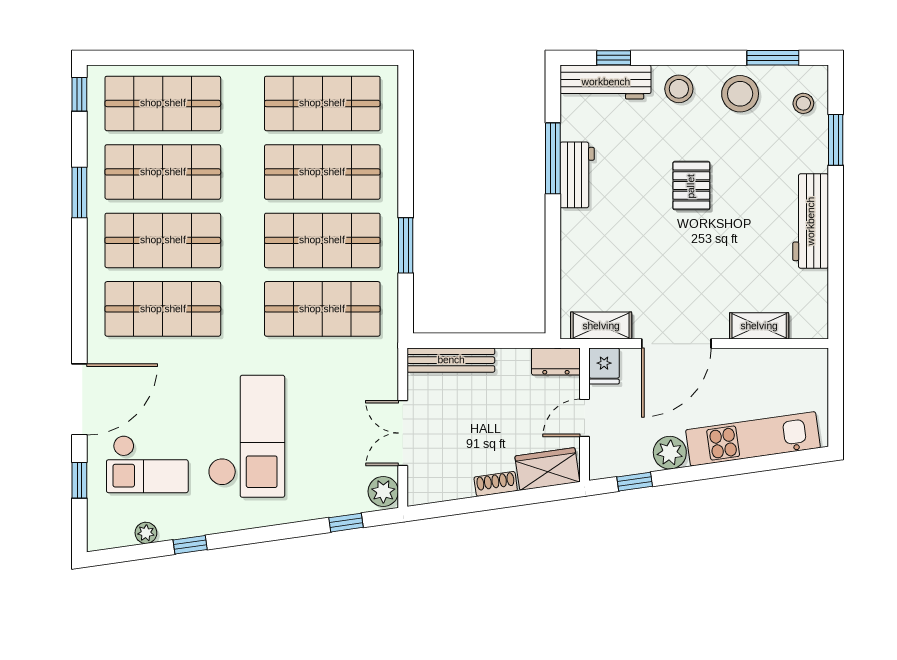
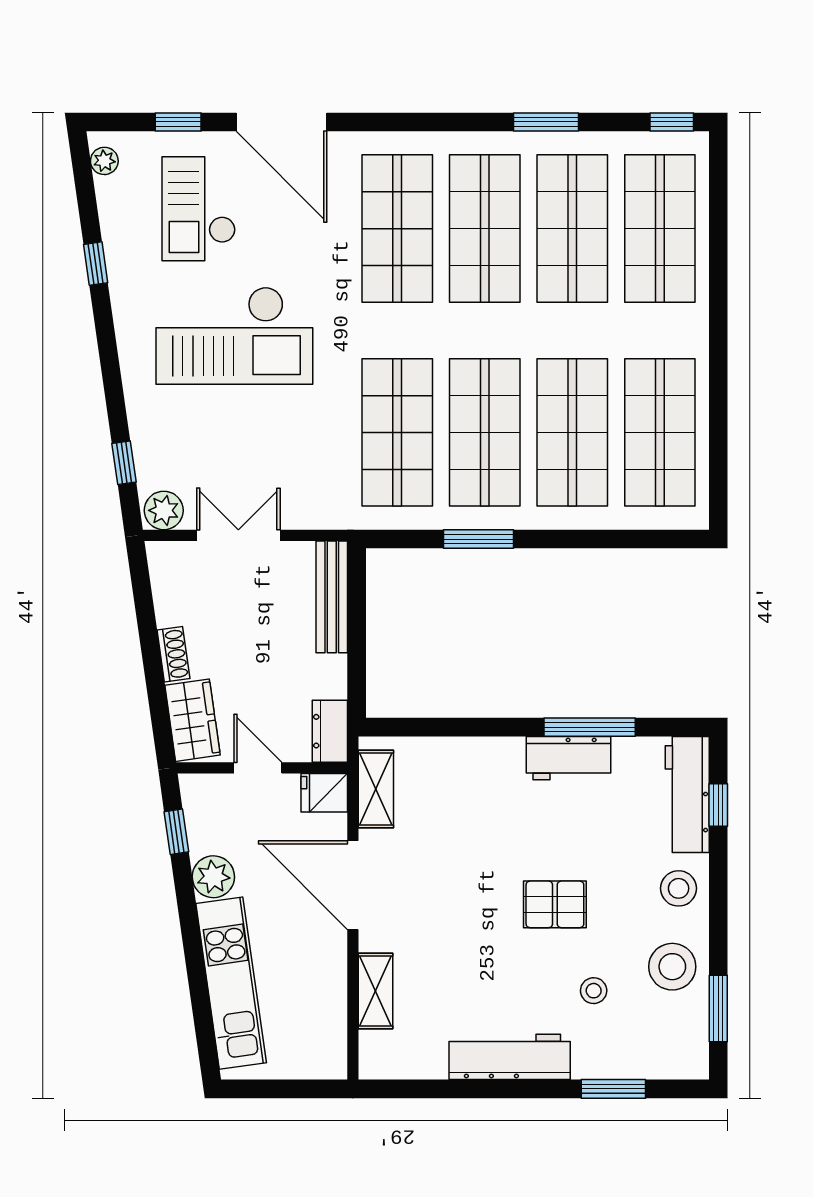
stool: (803, 103) -> (594, 991), moved
plant: (146, 533) -> (104, 161), moved

